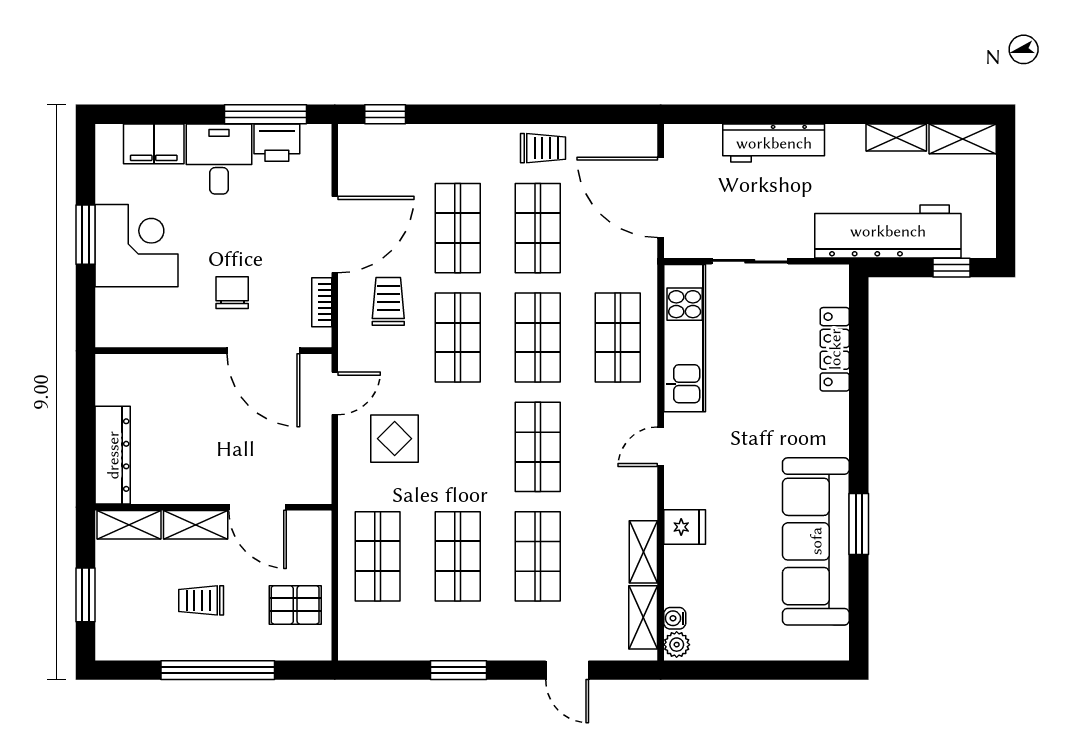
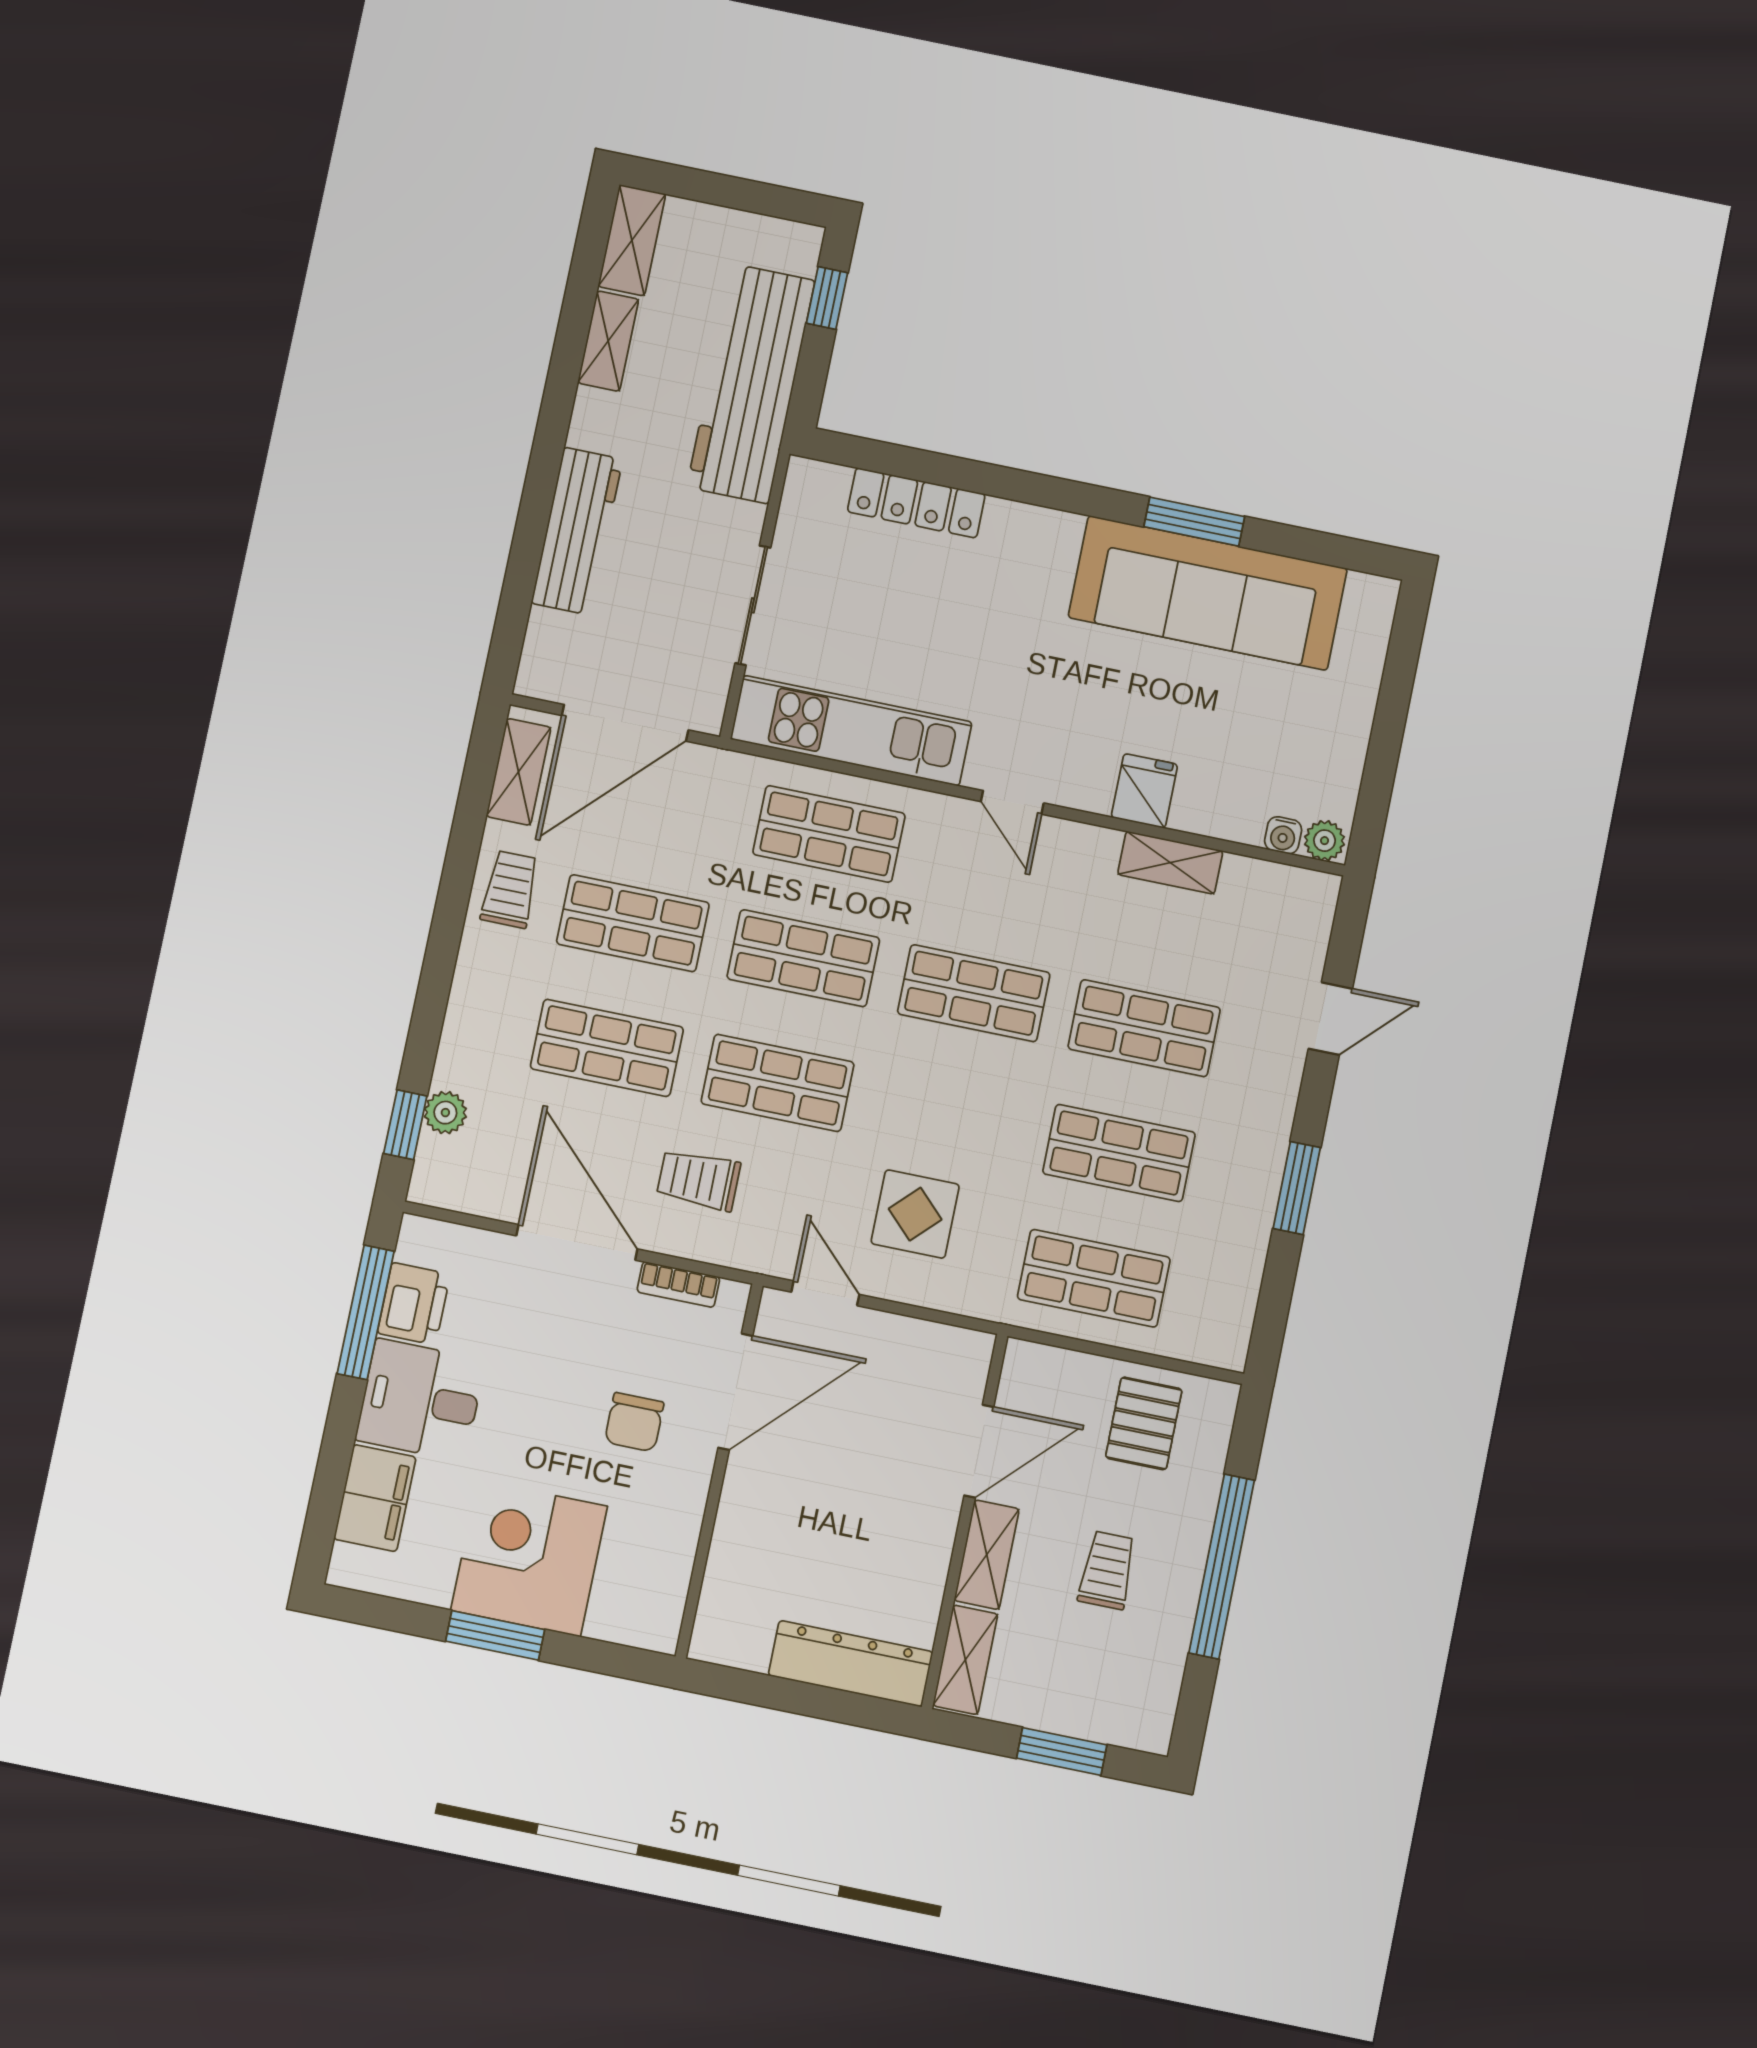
plant: (398, 137) -> (445, 1113), added
chair: (232, 293) -> (634, 1422), turned -90
trolley: (201, 600) -> (1107, 1570), turned 180
shelving: (643, 617) -> (519, 772), moved, turned 90

